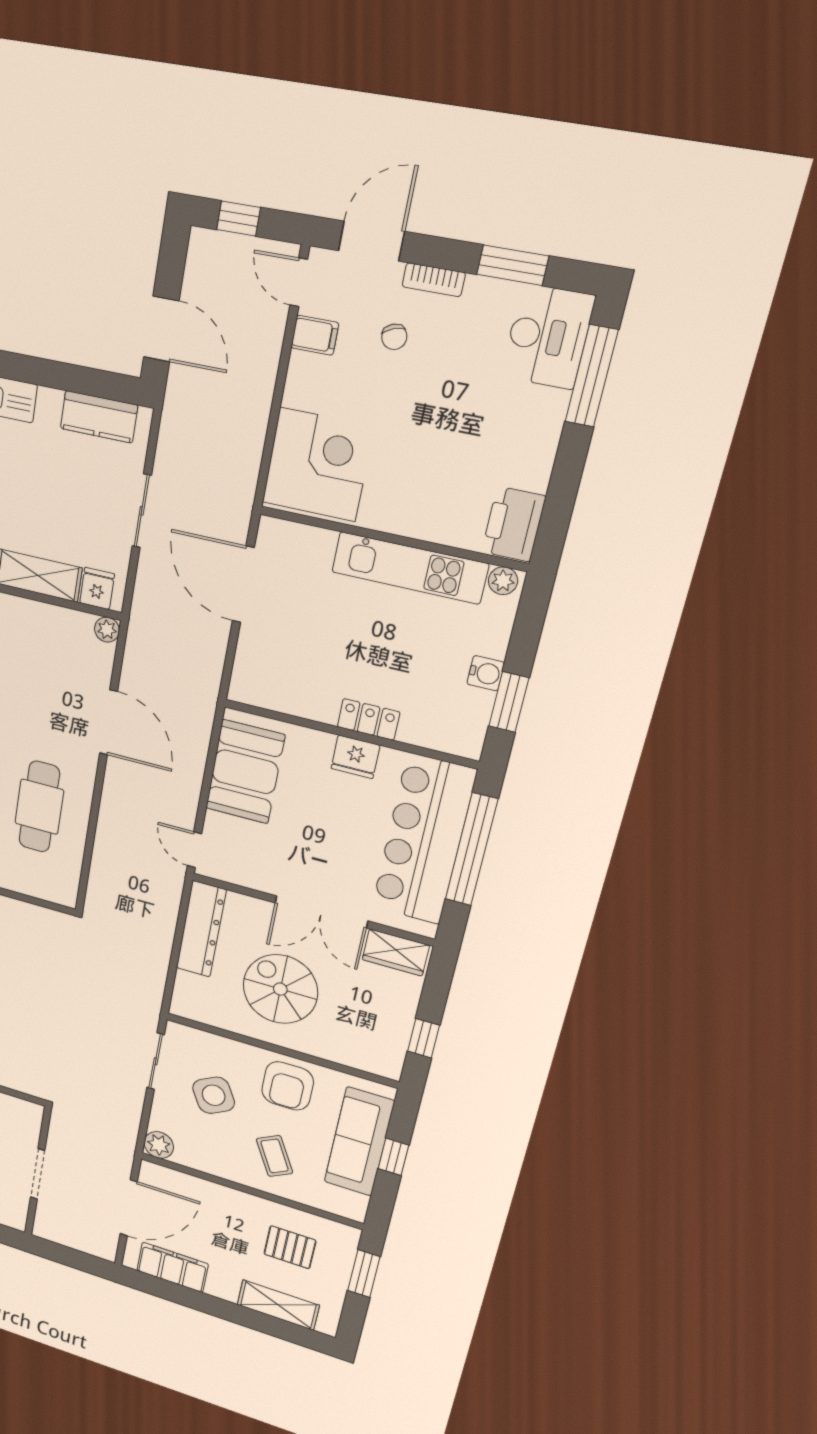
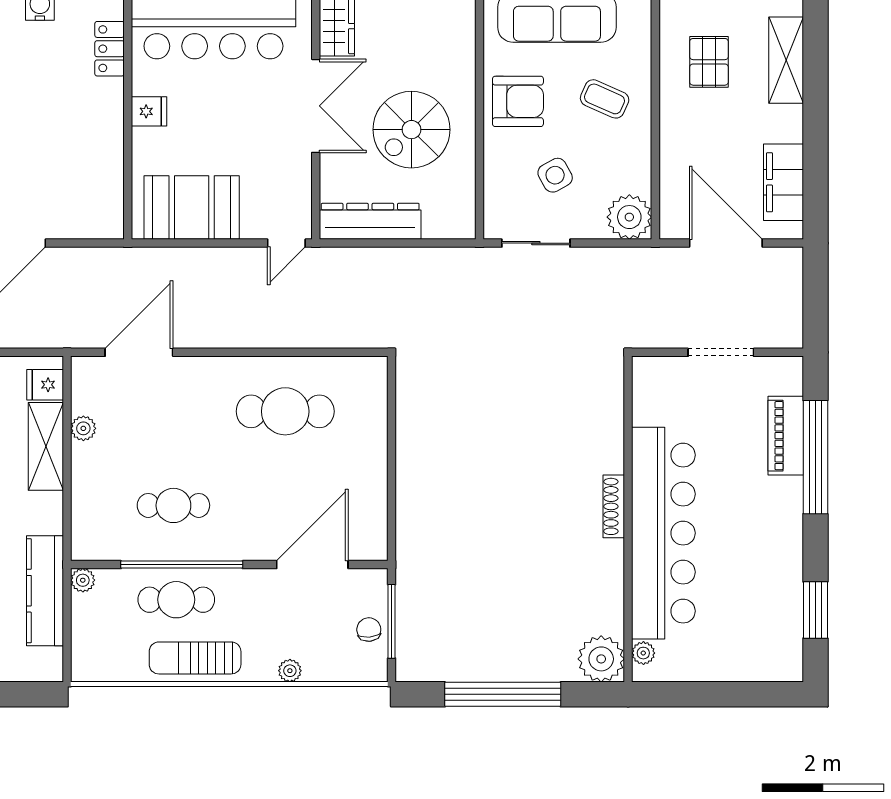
plant: (107, 630) -> (83, 428), moved
locker: (369, 719) -> (109, 49), moved
door: (109, 722) -> (139, 352), moved
fridge: (355, 757) -> (149, 111), width x0.72
side table: (214, 1095) -> (555, 175), width x0.73, depth x0.73
plant: (159, 1145) -> (629, 217), width x1.36, depth x1.36
coffee table: (274, 1156) -> (605, 99), turned 52

